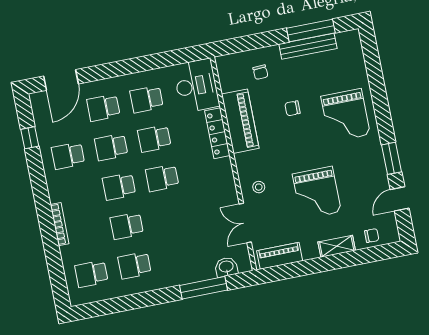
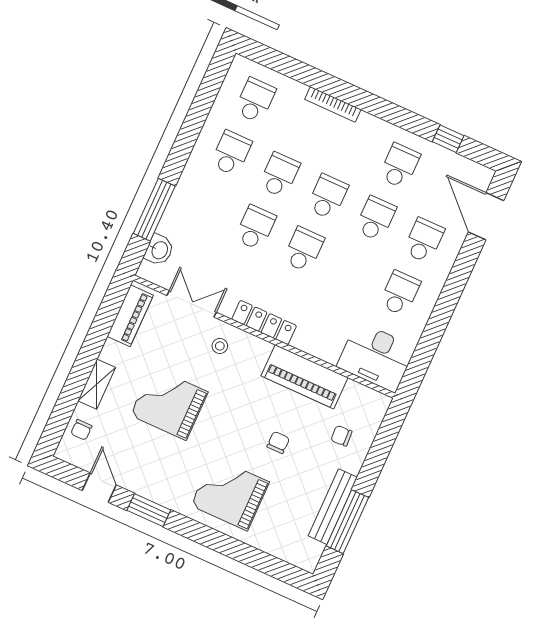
locker: (217, 133) -> (264, 322), moved
school desk: (154, 139) -> (255, 228), moved

